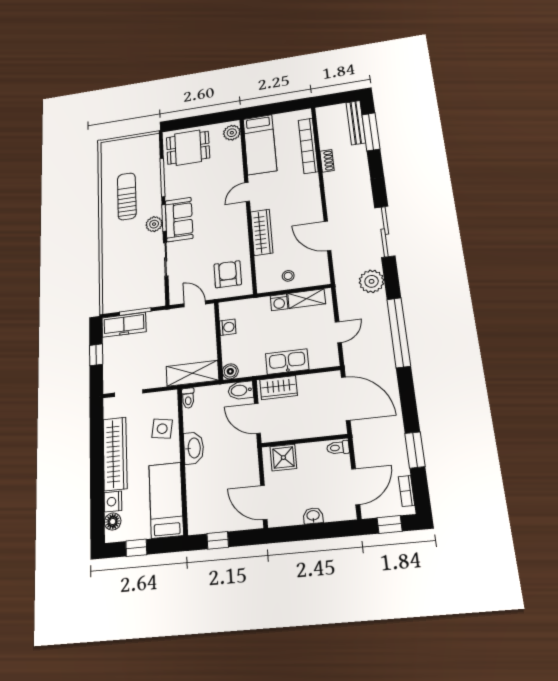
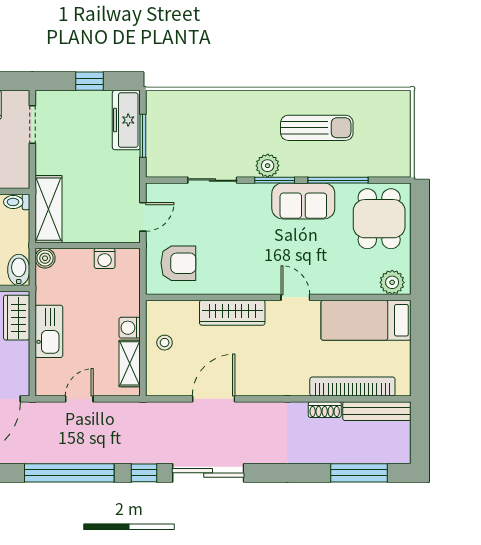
bench: (356, 123) -> (377, 411), moved
sofa: (179, 220) -> (303, 201), moved
window: (391, 277) -> (144, 473), added
plant: (372, 281) -> (142, 448), removed
door: (338, 332) -> (79, 399), swing flipped

